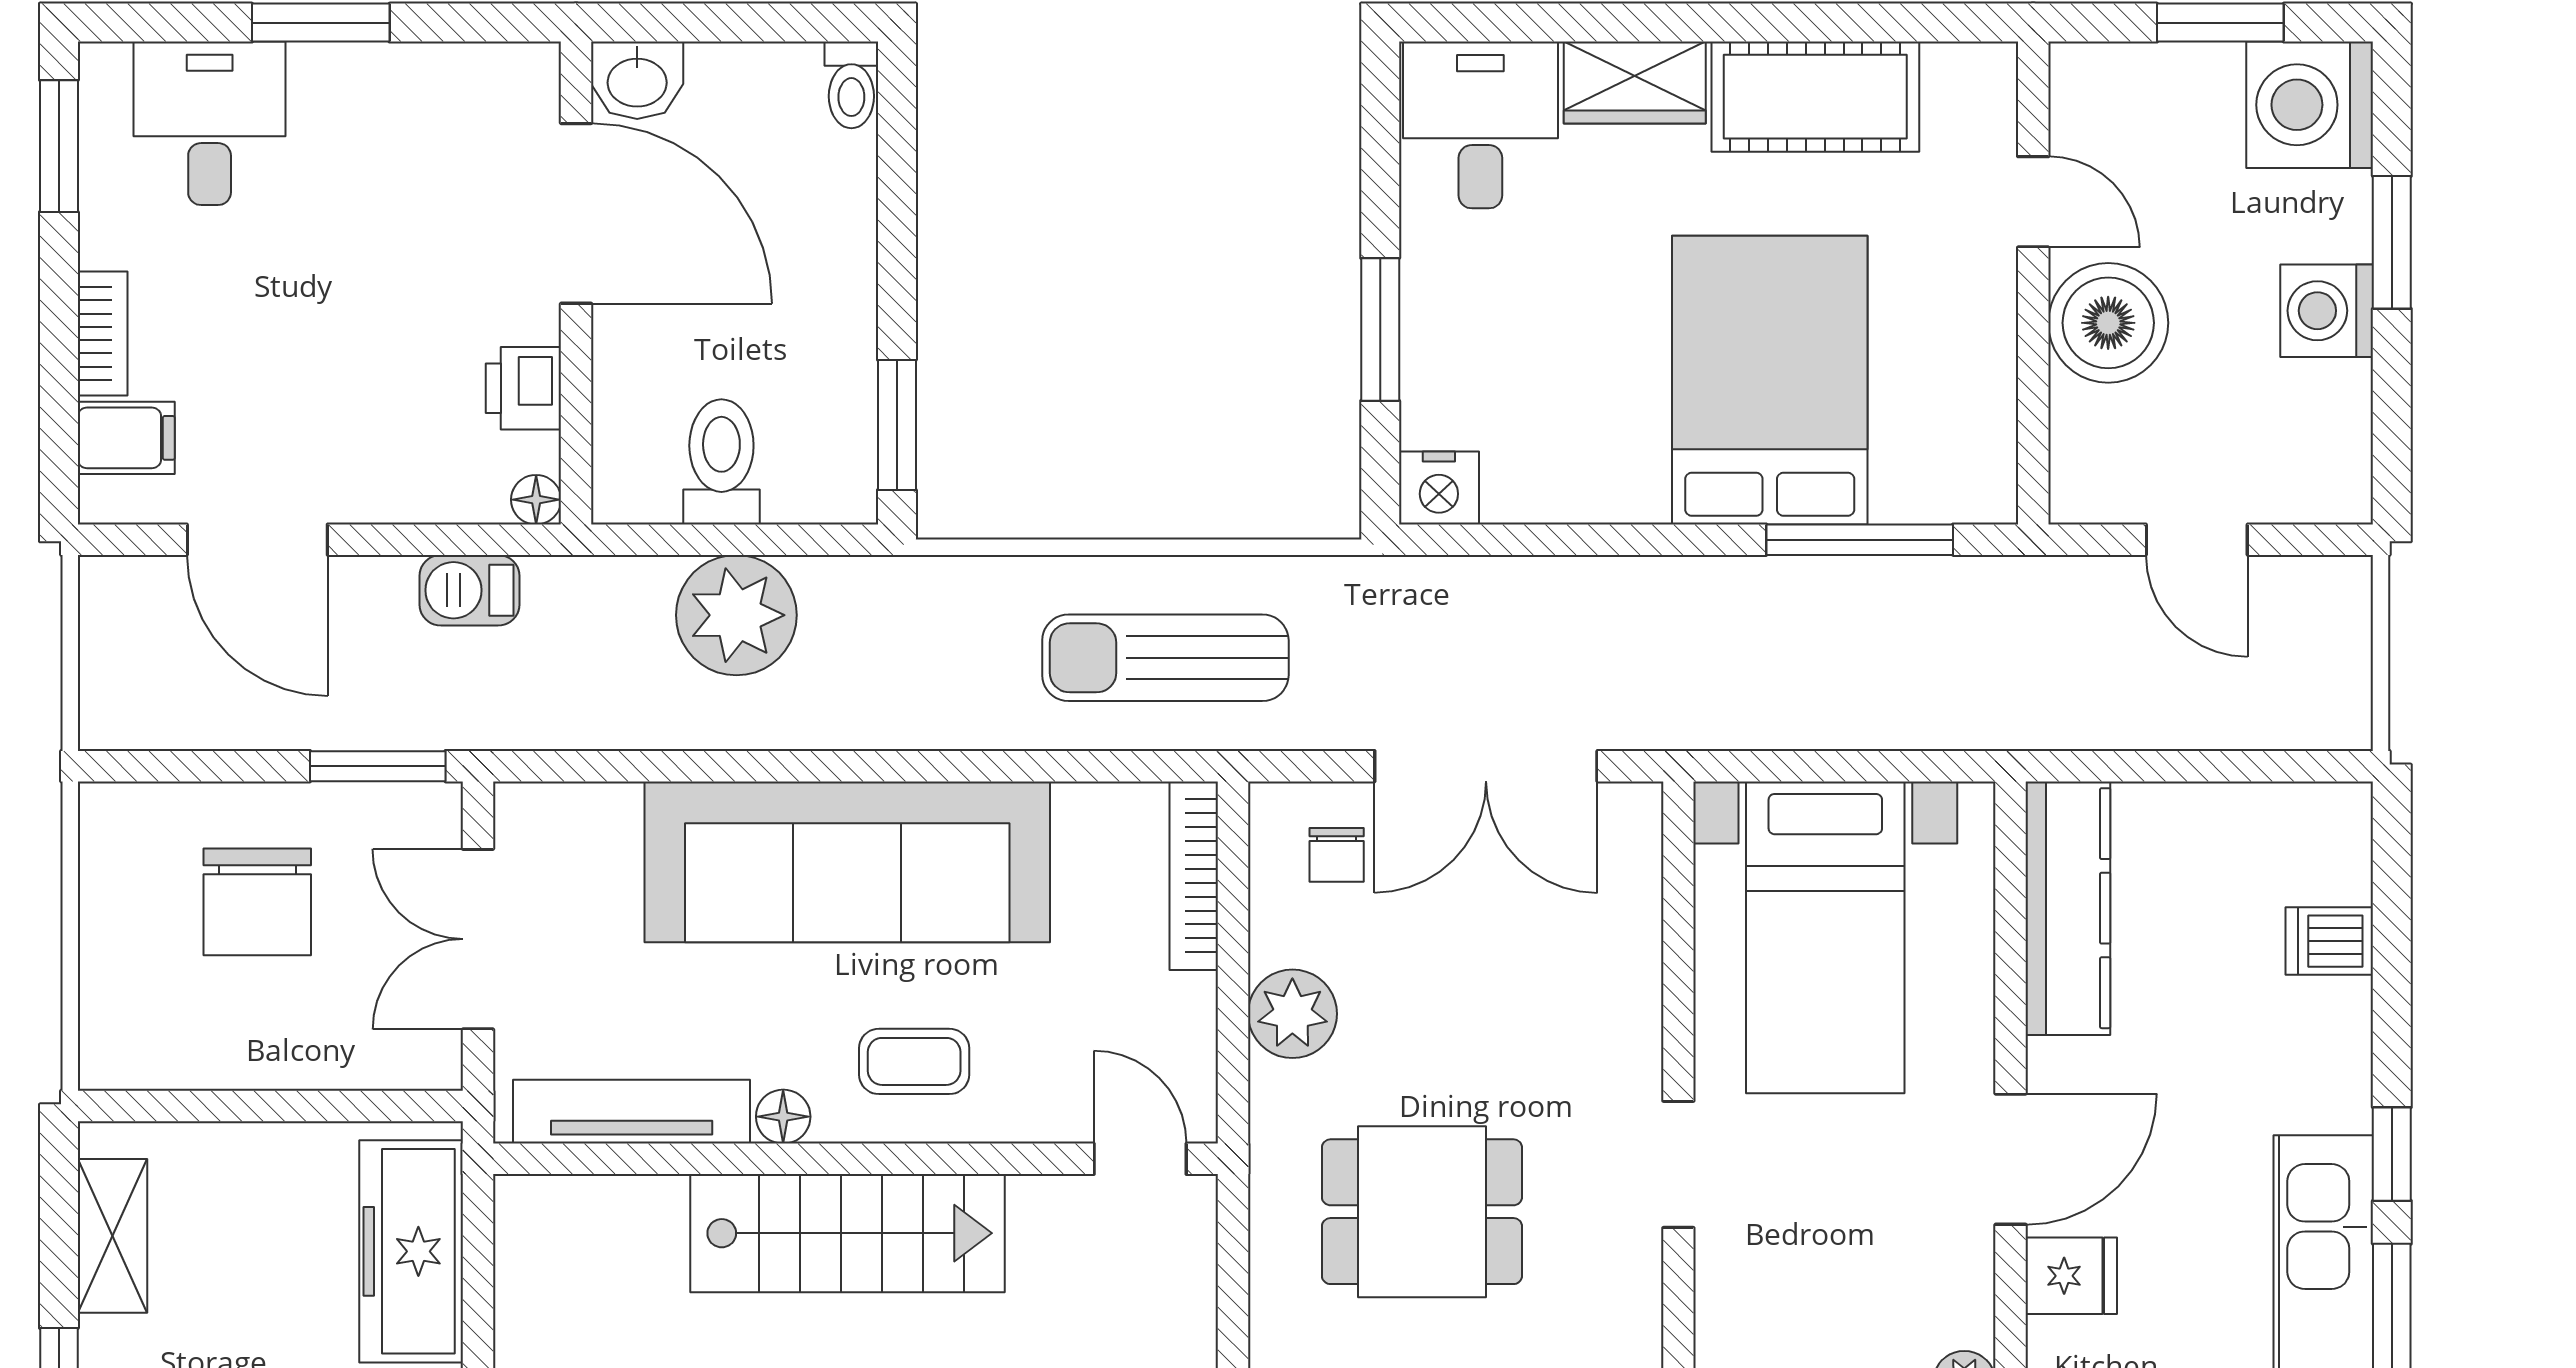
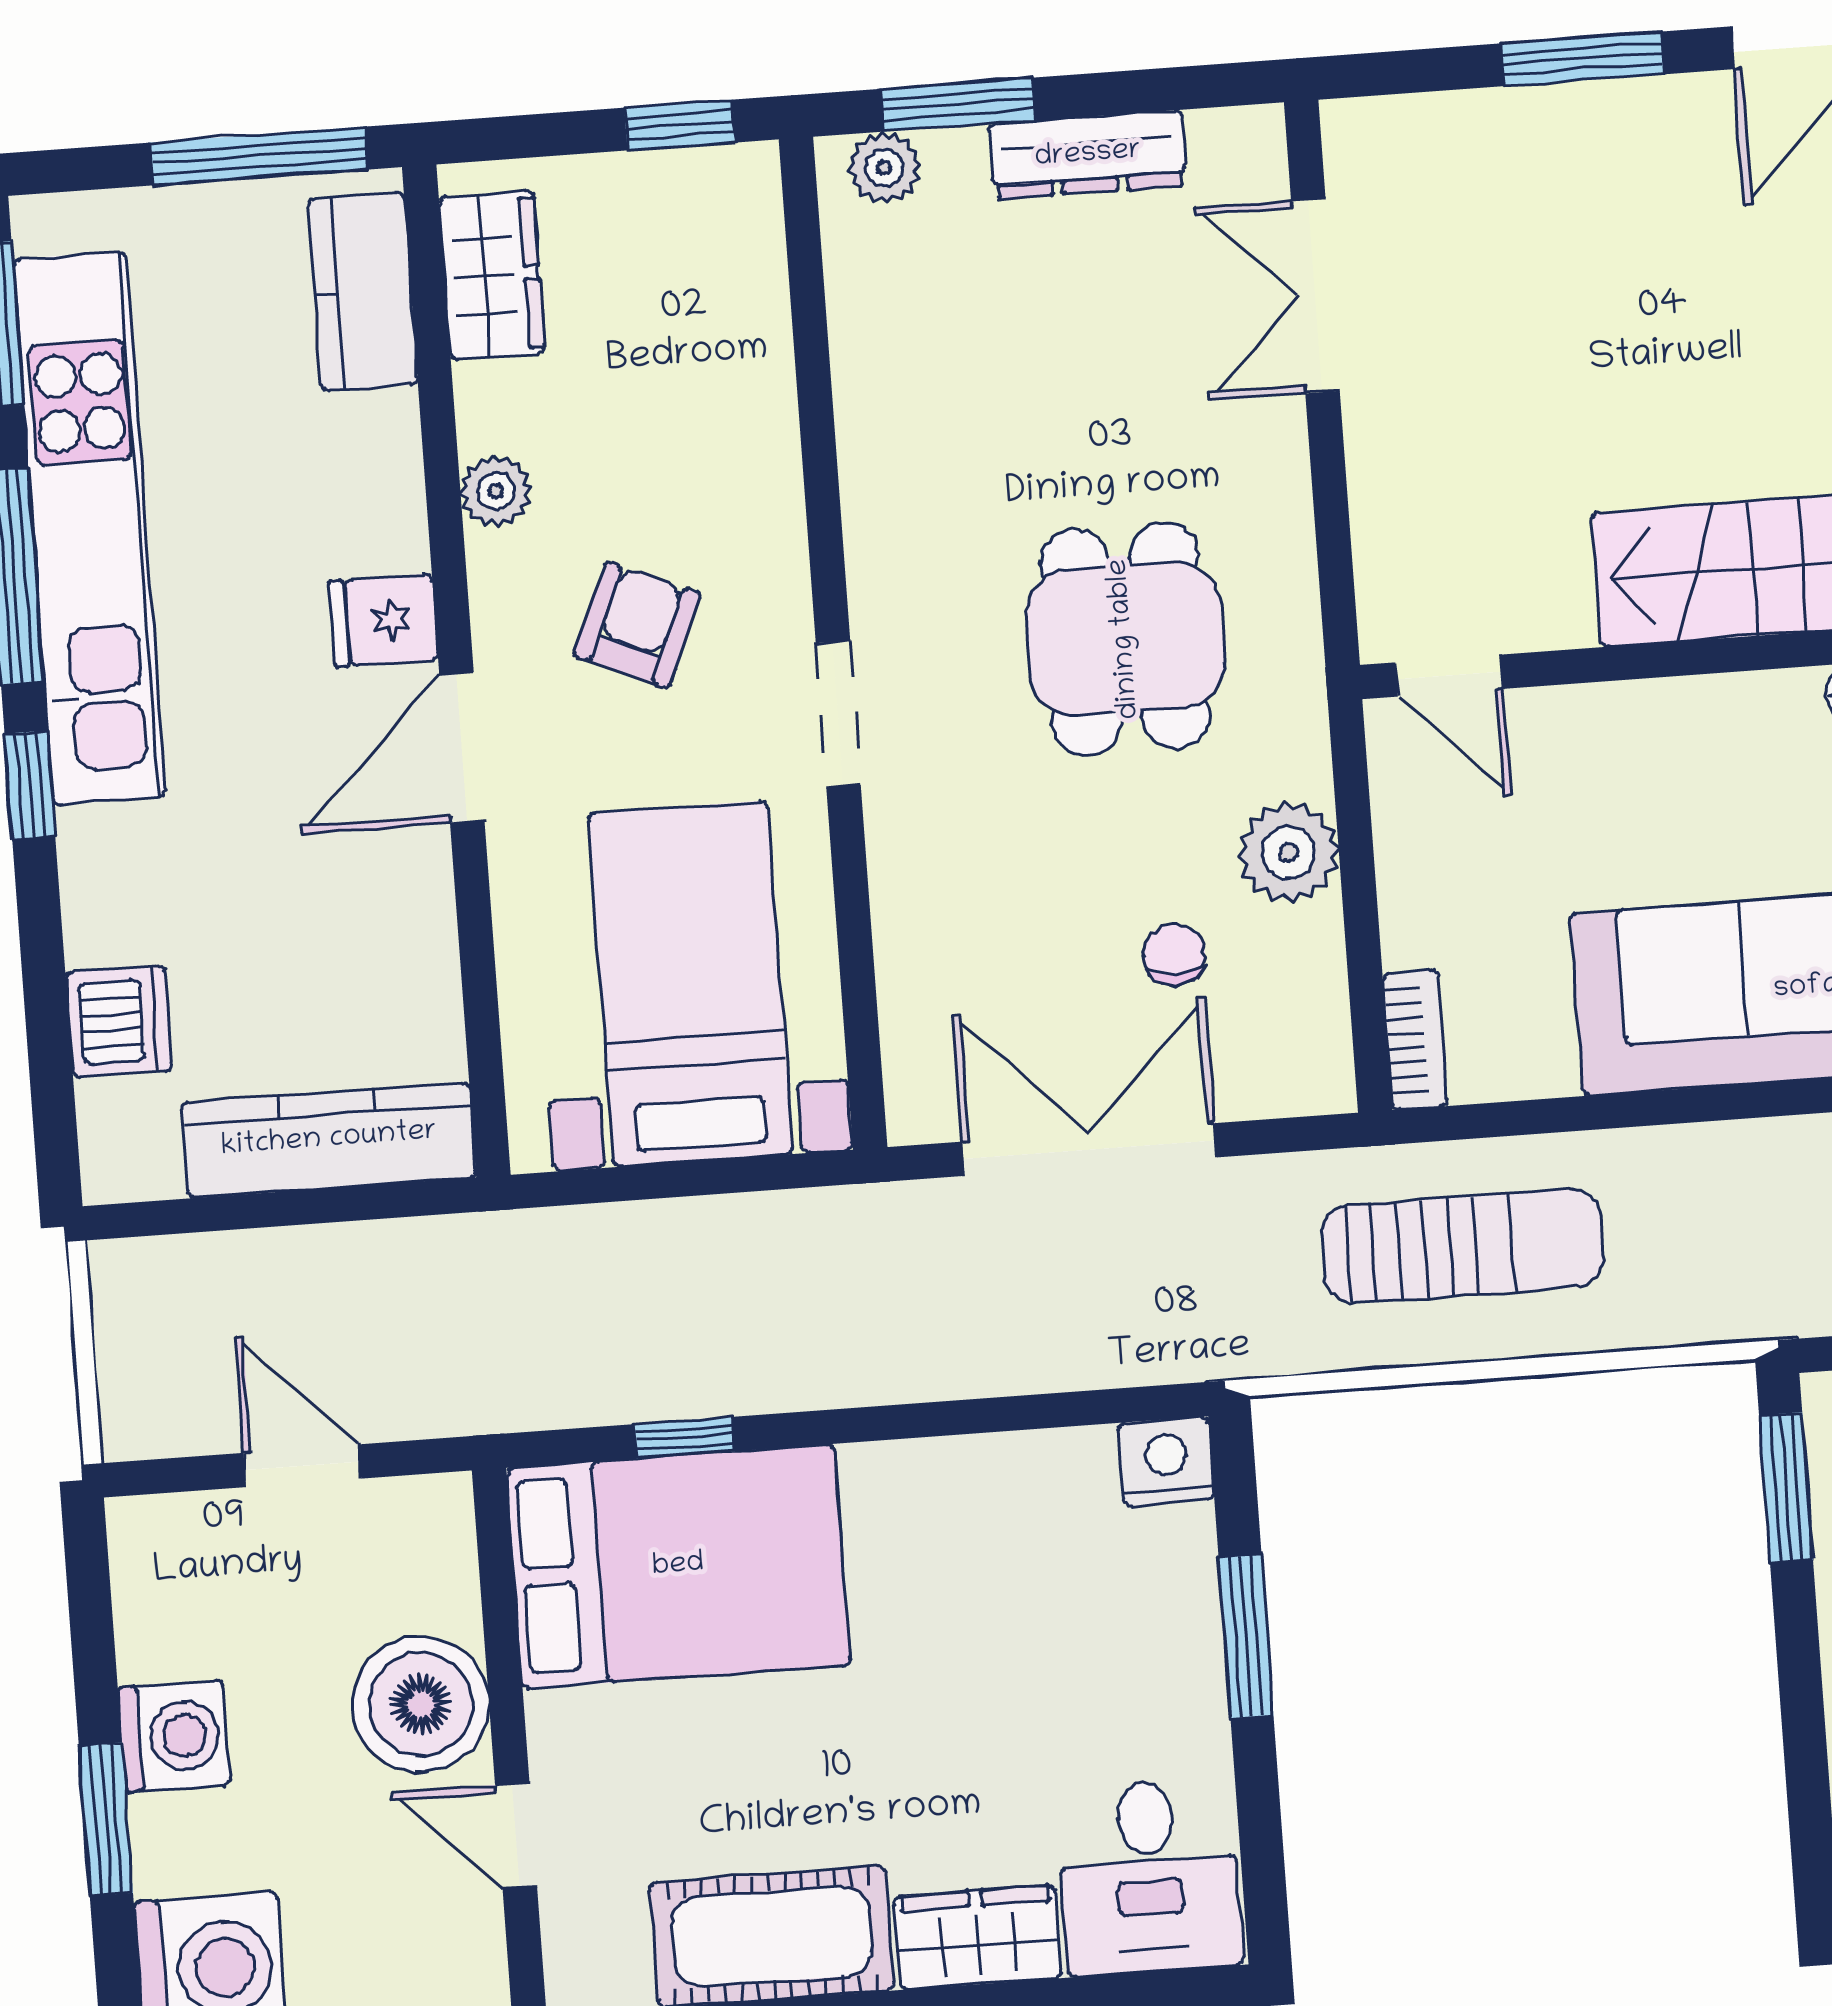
bed: (1770, 380) -> (678, 1566), moved, turned -90
window: (1860, 540) -> (685, 1438), width x0.46
chair: (1337, 855) -> (1174, 955), moved
bookcase: (1194, 876) -> (1415, 1040), width x0.64
kitchen counter: (2068, 908) -> (329, 1140), moved, turned 90
dishwasher: (2329, 941) -> (119, 1021), width x1.38
coffee table: (914, 1061) -> (1714, 767), removed
dining table: (1422, 1212) -> (1125, 639), turned 90
armchair: (1849, 1256) -> (637, 625), added

